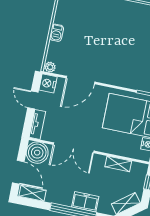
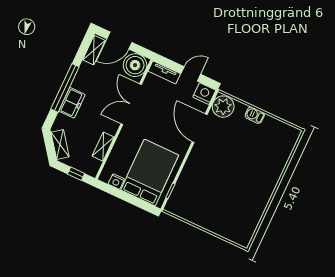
plant: (50, 67) -> (223, 107), width x1.87, depth x1.87

